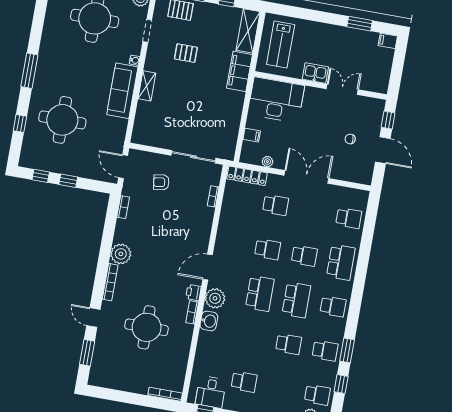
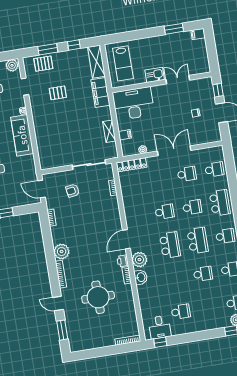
shelving: (147, 86) -> (109, 131), moved
school desk: (275, 205) -> (187, 174), moved

